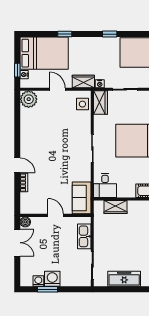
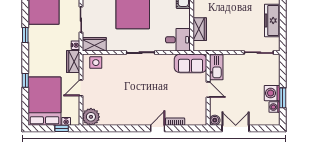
door: (56, 215) -> (208, 90), swing flipped
kitchen sink: (84, 236) -> (216, 67), moved, turned -90

